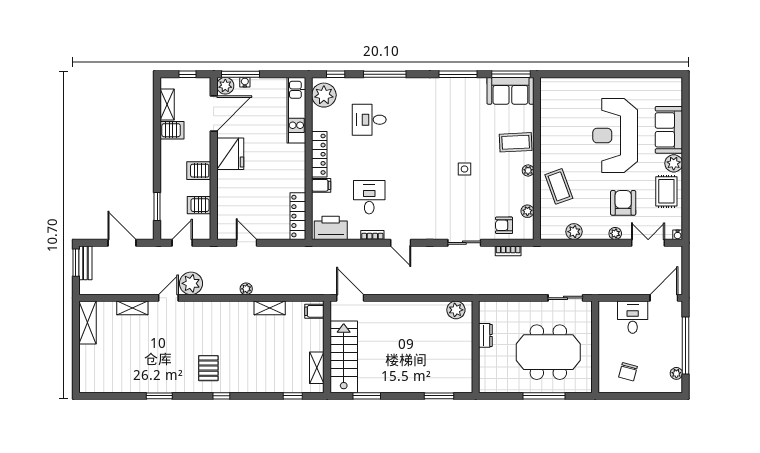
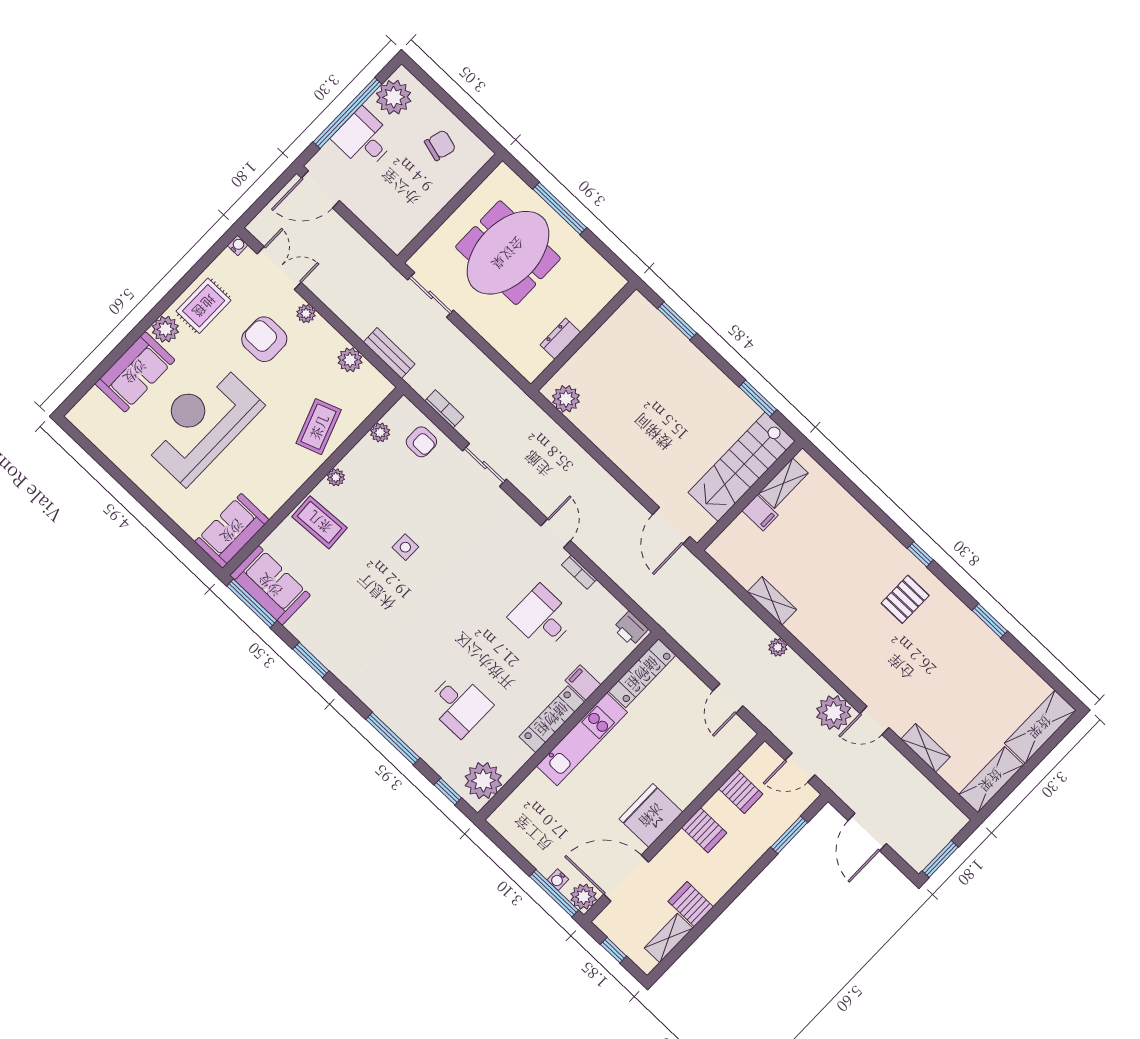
window: (458, 74) -> (311, 660), width x0.69
sofa: (553, 99) -> (232, 531), added
kitchen unit: (296, 110) -> (582, 739), moved
reception desk: (615, 136) -> (201, 423), turned 180
desk: (369, 197) -> (542, 618), turned 90
armchair: (623, 203) -> (264, 339), turned 90
printer: (331, 228) -> (631, 629), width x0.53, depth x0.68
double door: (648, 243) -> (279, 268), swing flipped
bench: (85, 263) -> (389, 353), moved, turned 90
filing cabinet: (314, 311) -> (760, 513), moved
desk: (633, 317) -> (364, 139), moved, turned 90
meeting table: (548, 352) -> (508, 253), turned 90
shelving: (88, 369) -> (1040, 727), added
plant: (676, 373) -> (394, 97), width x1.87, depth x1.87
window: (293, 396) -> (840, 478), removed

